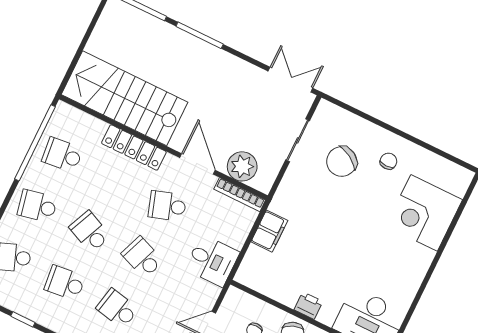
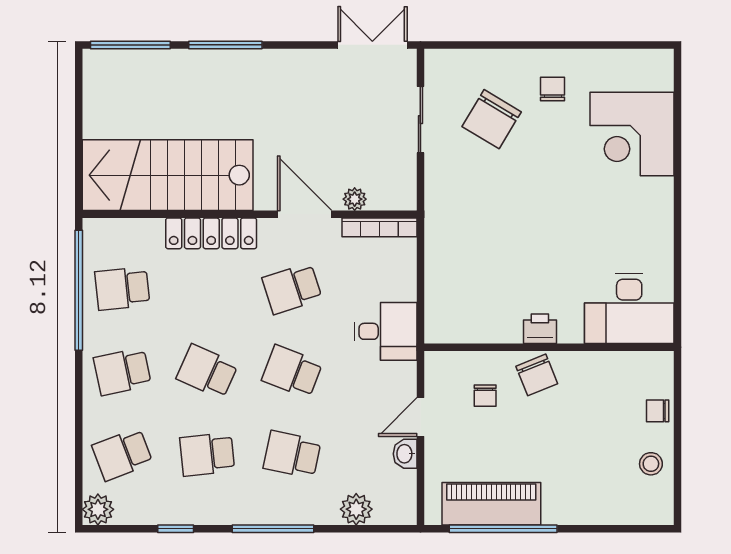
plant: (242, 166) -> (355, 199), width x0.53, depth x0.53
filing cabinet: (269, 231) -> (441, 256), removed

